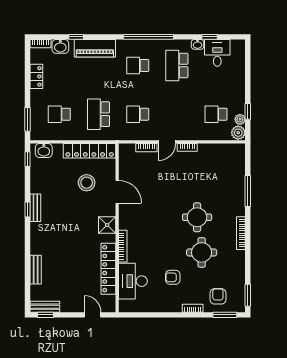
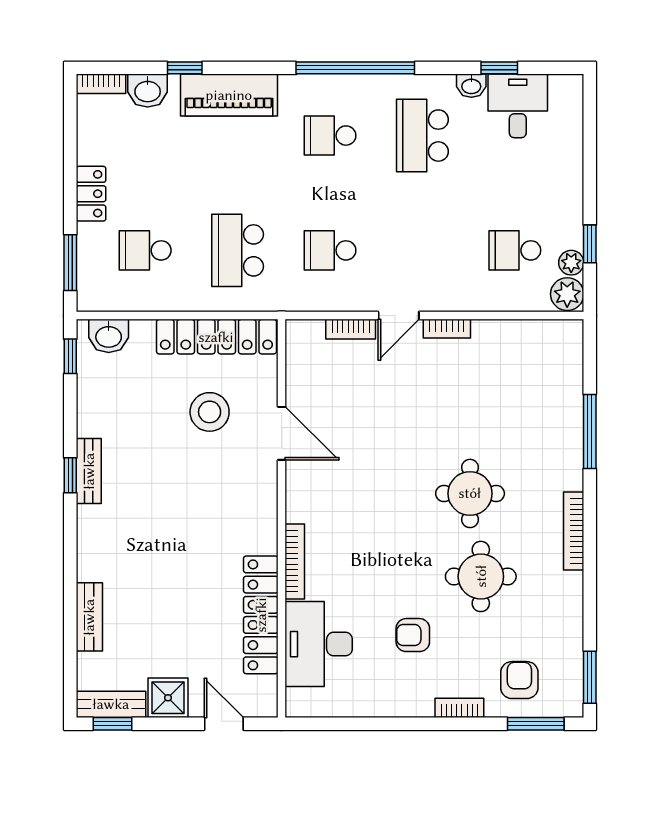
locker: (36, 76) -> (91, 194), moved
shower: (107, 225) -> (168, 698), moved

